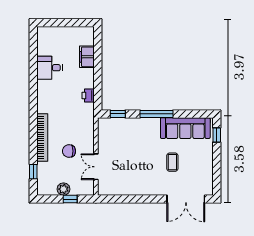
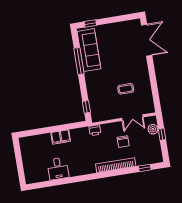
filing cabinet: (87, 57) -> (61, 137), moved
printer: (88, 96) -> (95, 130), moved
window: (157, 114) -> (79, 61), moved
coffee table: (172, 162) -> (126, 89), moved
plant: (63, 189) -> (153, 129), moved

